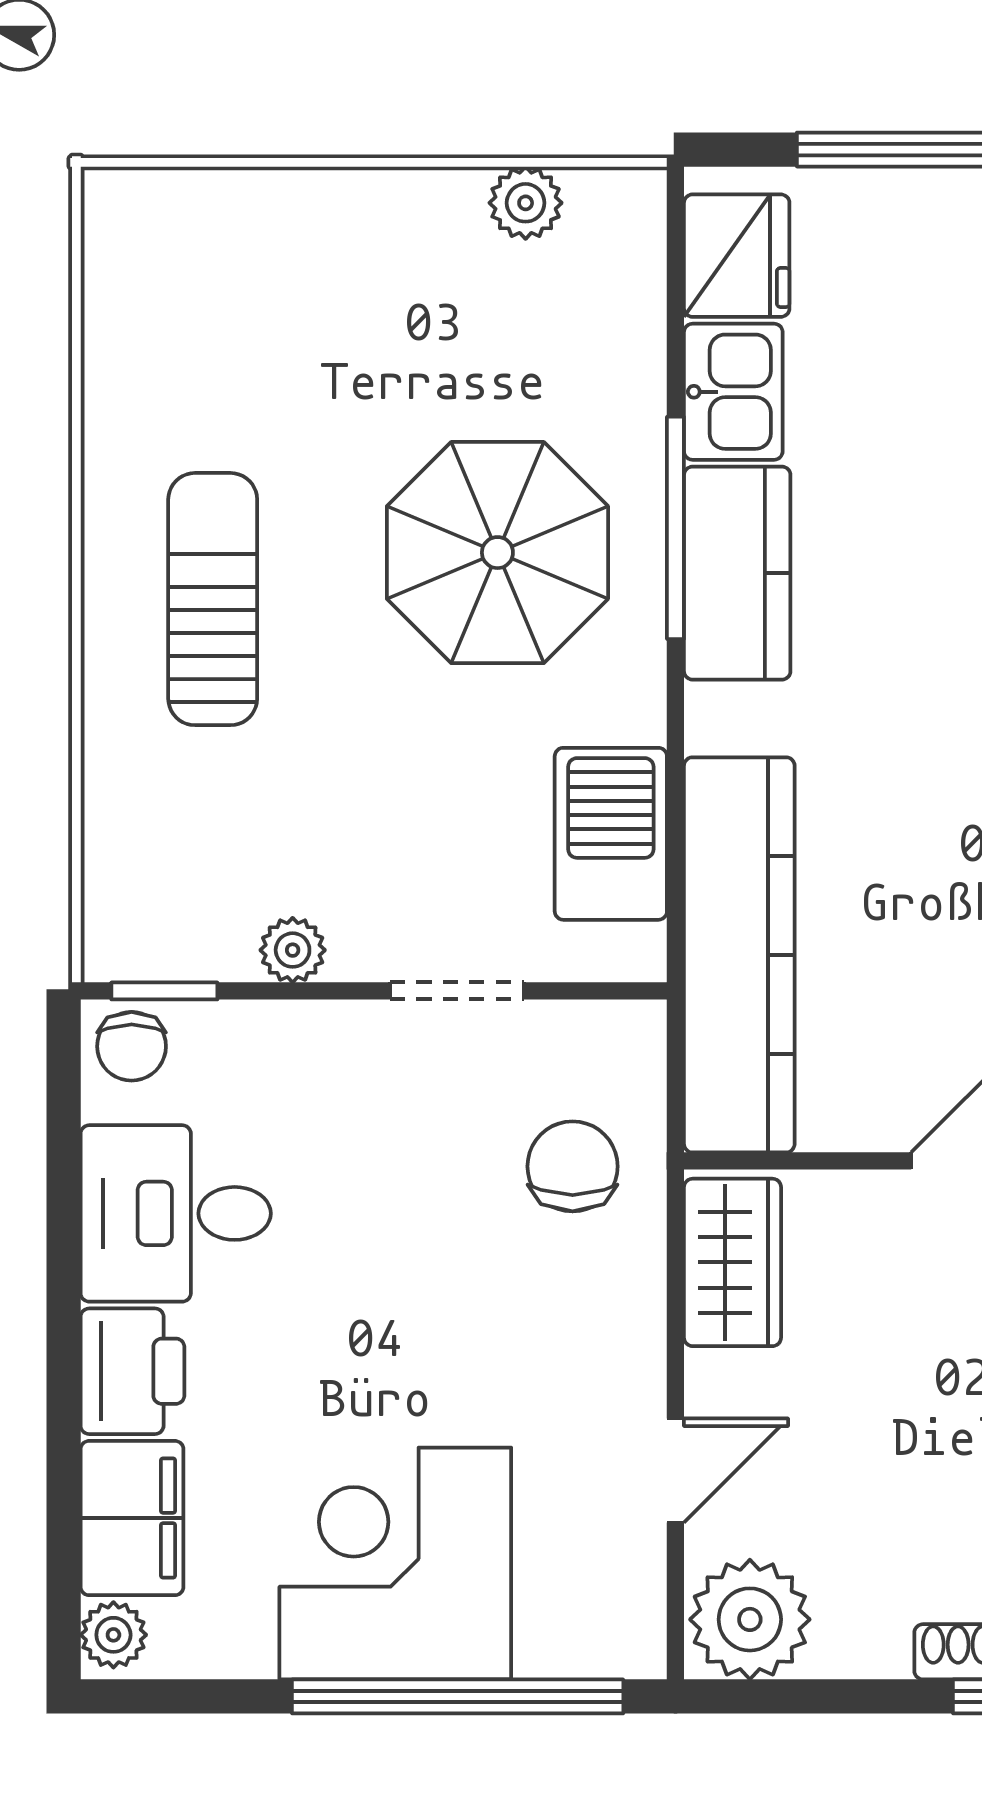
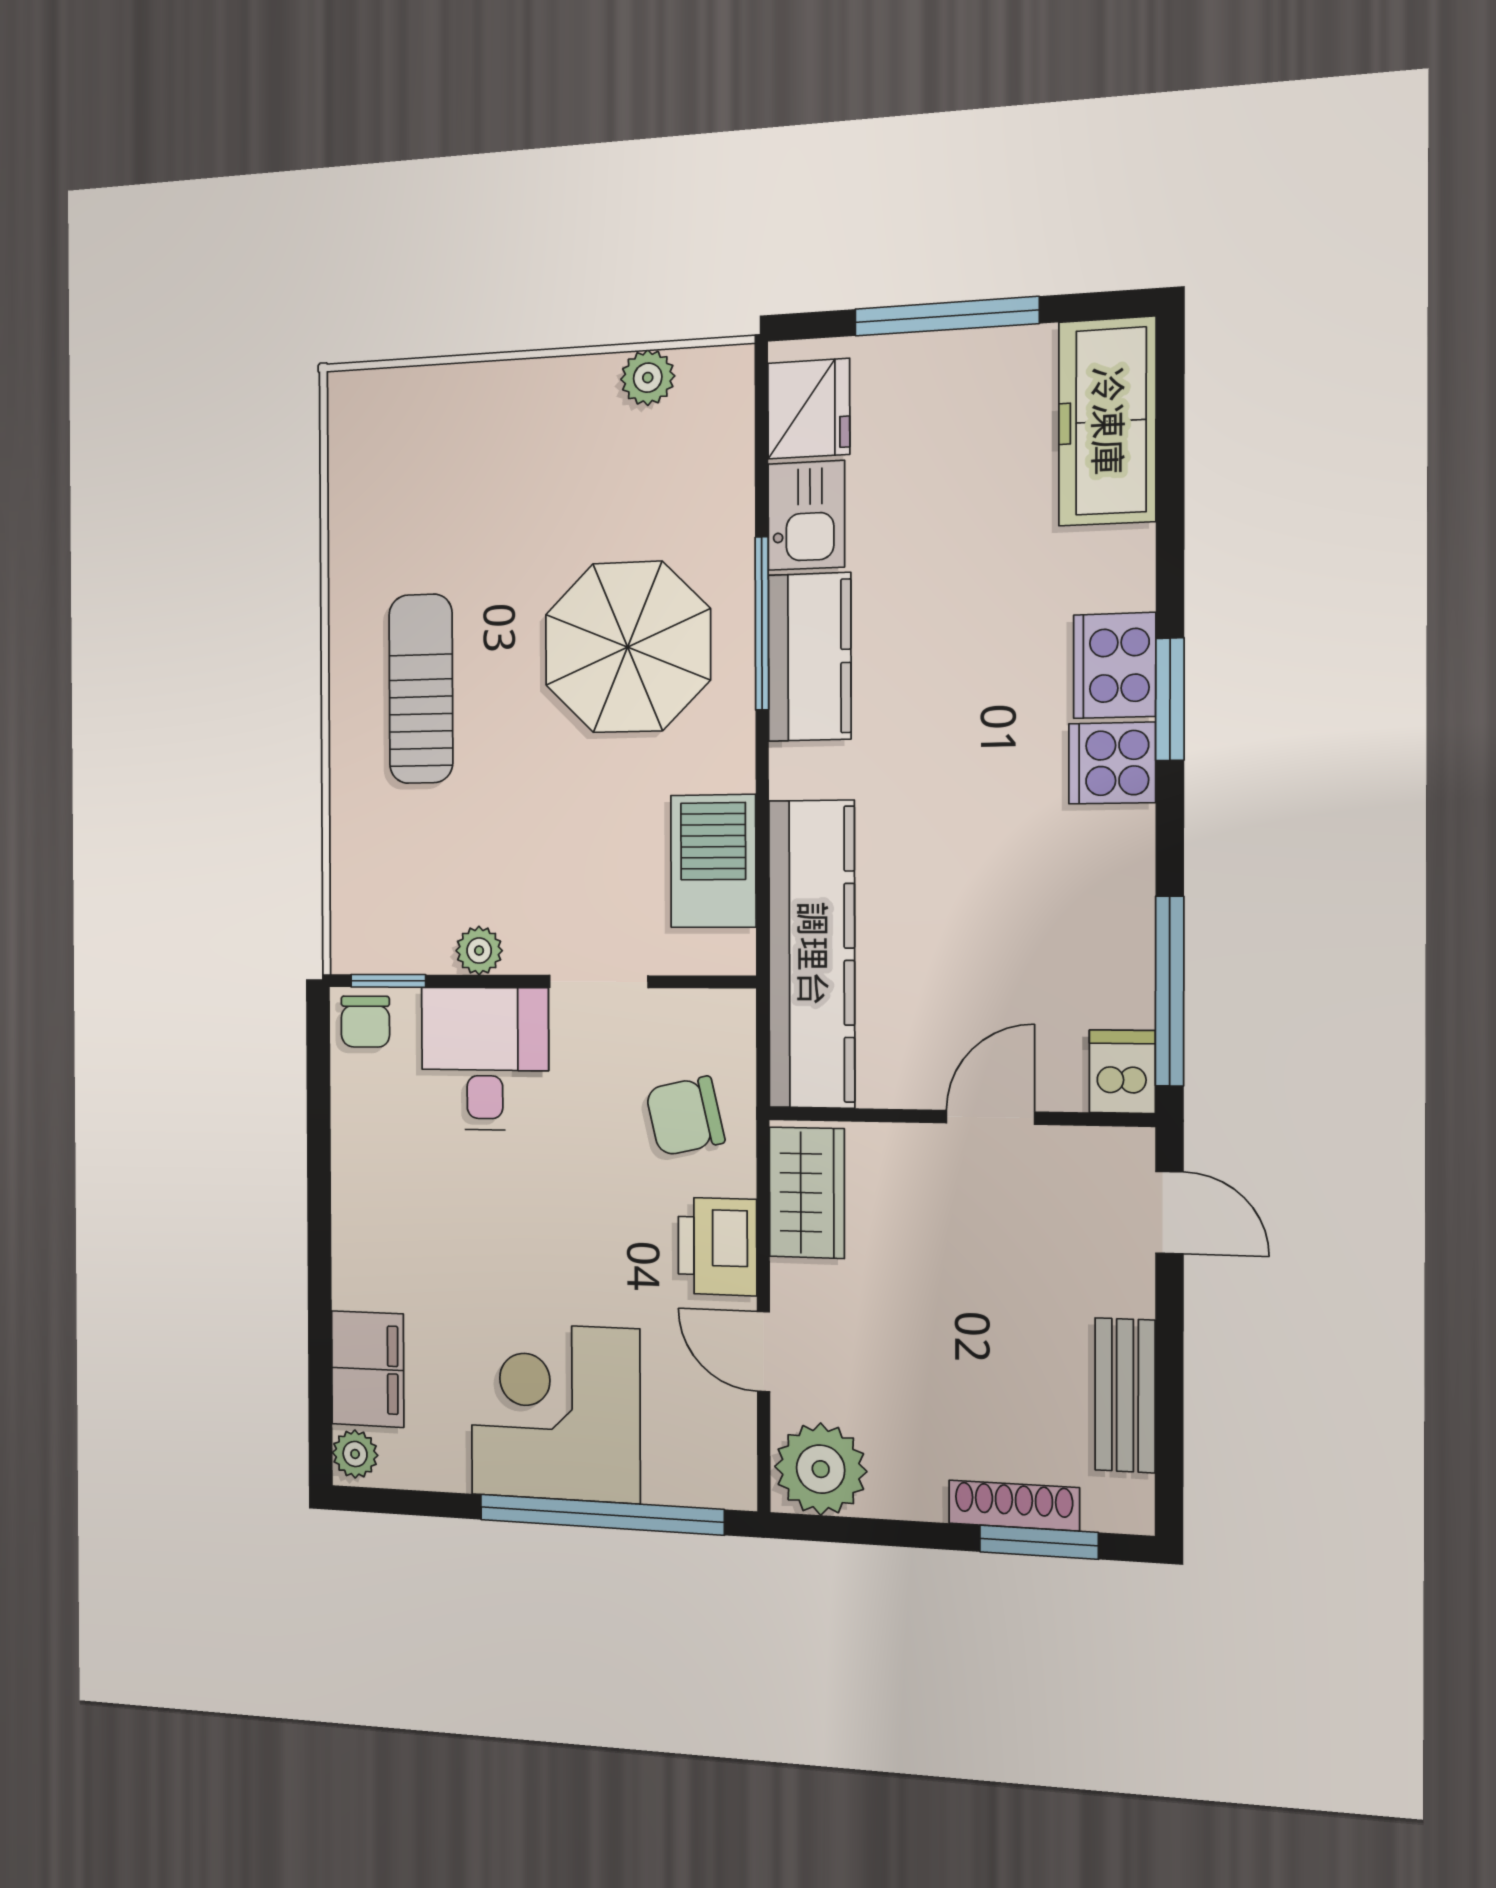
chair: (573, 1166) -> (685, 1116), turned -103
desk: (176, 1213) -> (485, 1059), moved, turned 90
printer: (132, 1371) -> (717, 1246), moved, turned 180
door: (675, 1470) -> (763, 1352), swing flipped

